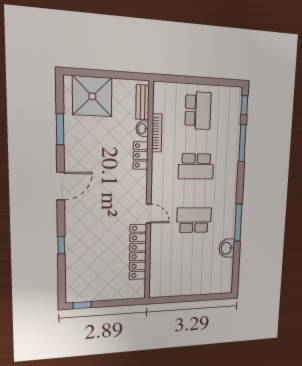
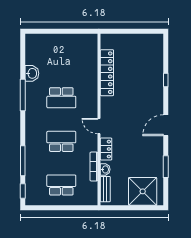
school desk: (198, 111) -> (61, 185), turned 90
door: (149, 214) -> (99, 126), moved
window: (82, 305) -> (150, 31), removed

